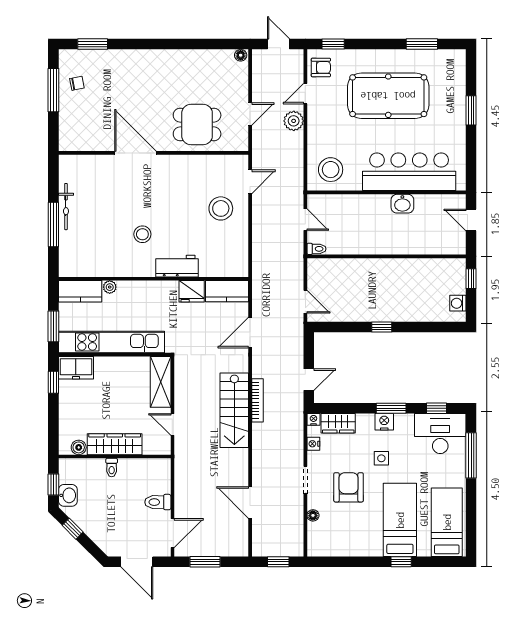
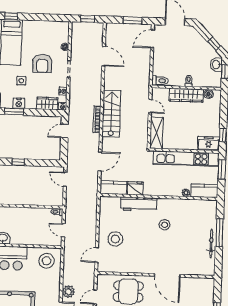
workbench: (177, 266) -> (139, 204), width x1.38
toilet: (158, 502) -> (160, 81), moved

